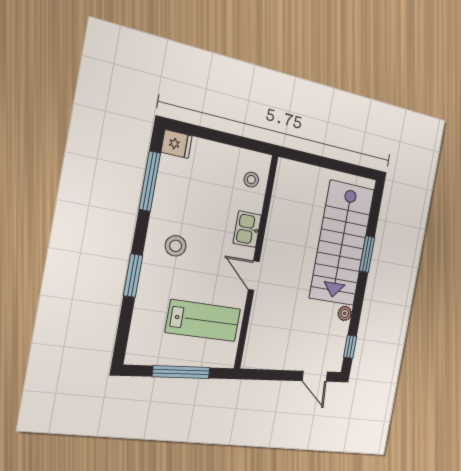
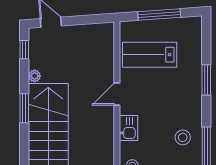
stool: (176, 246) -> (183, 137), moved
window: (367, 254) -> (24, 108), moved
door: (254, 276) -> (117, 94), swing flipped

